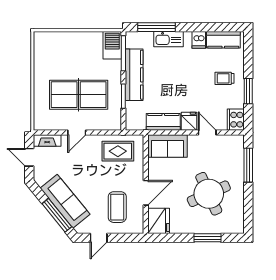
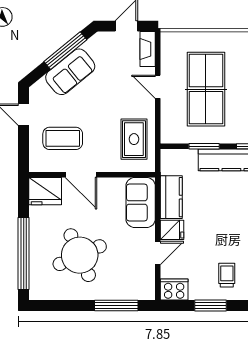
sofa: (65, 201) -> (70, 72), width x0.73
window: (57, 215) -> (65, 51), moved
window: (207, 238) -> (24, 253), width x2.11

